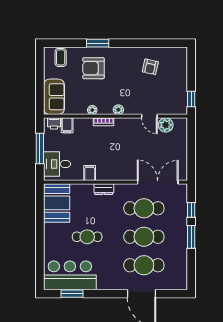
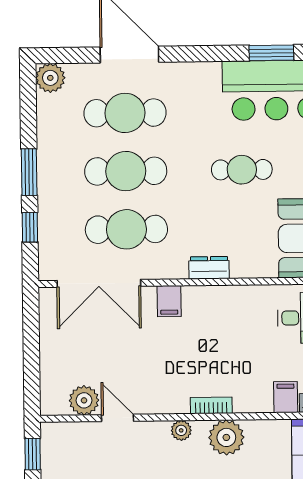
plant: (92, 110) -> (226, 437), width x1.87, depth x1.87
filing cabinet: (90, 173) -> (169, 301), moved
plant: (180, 283) -> (50, 78), added

